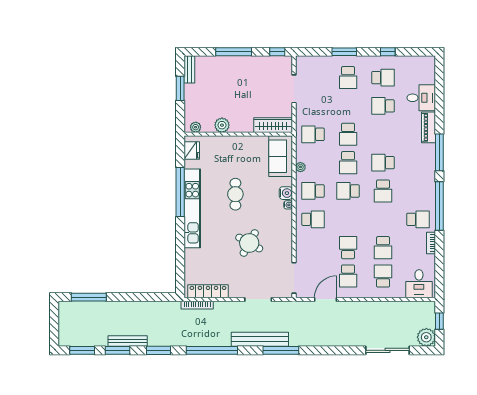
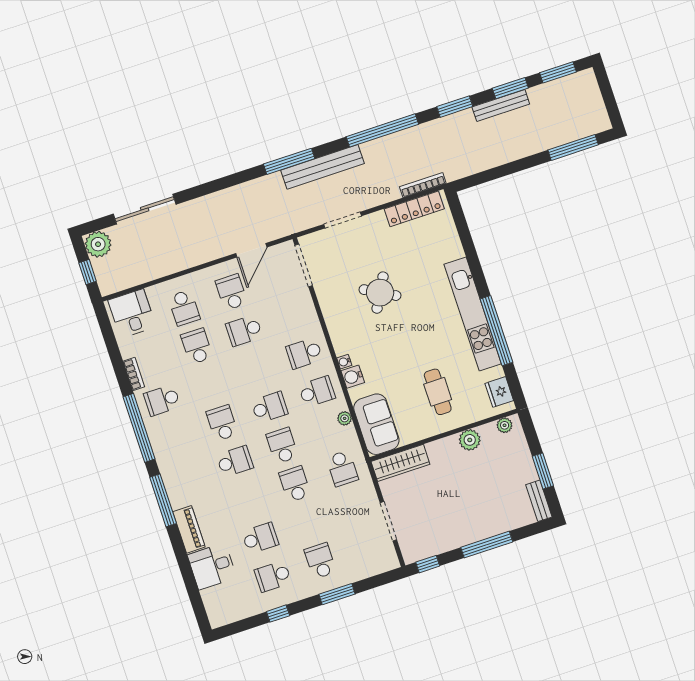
school desk: (313, 134) -> (342, 468), turned 90
cafe table: (235, 194) -> (438, 392), moved
school desk: (348, 248) -> (244, 331), turned 90

